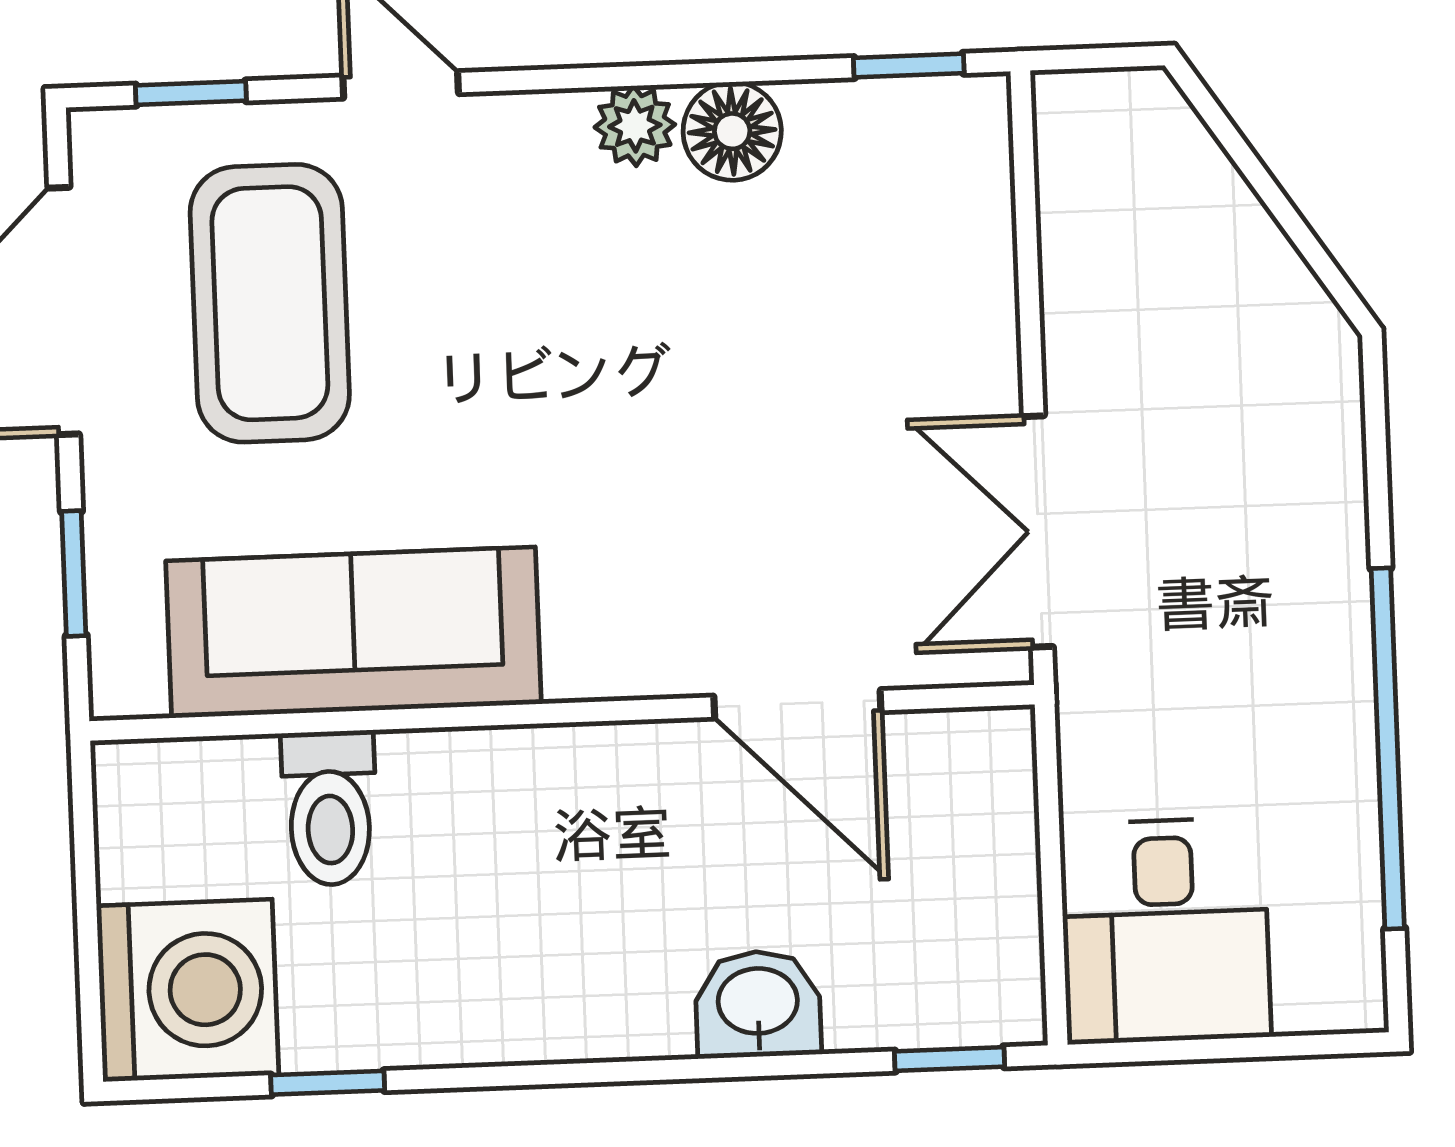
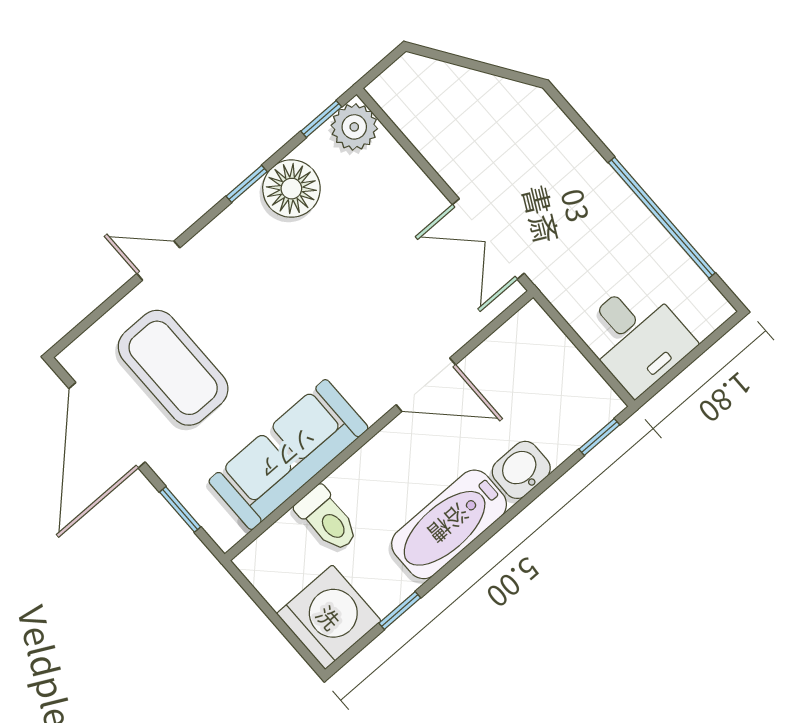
window: (191, 93) -> (247, 184), moved
plant: (635, 126) -> (354, 127), moved, width x1.38, depth x1.38
floor lamp: (732, 131) -> (291, 189), width x1.38, depth x1.38
door: (797, 704) -> (426, 385), moved
bathtub: (545, 997) -> (449, 524), added

